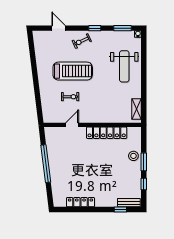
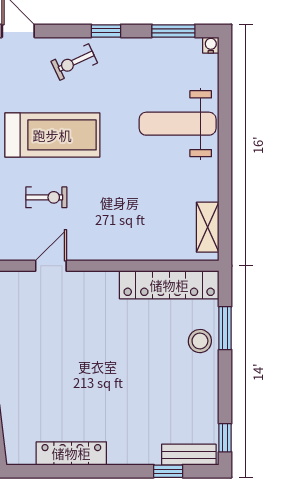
weight bench: (124, 66) -> (178, 124), turned 90
locker: (107, 133) -> (169, 285), moved
window: (144, 162) -> (225, 328), moved
window: (144, 184) -> (225, 438), moved

